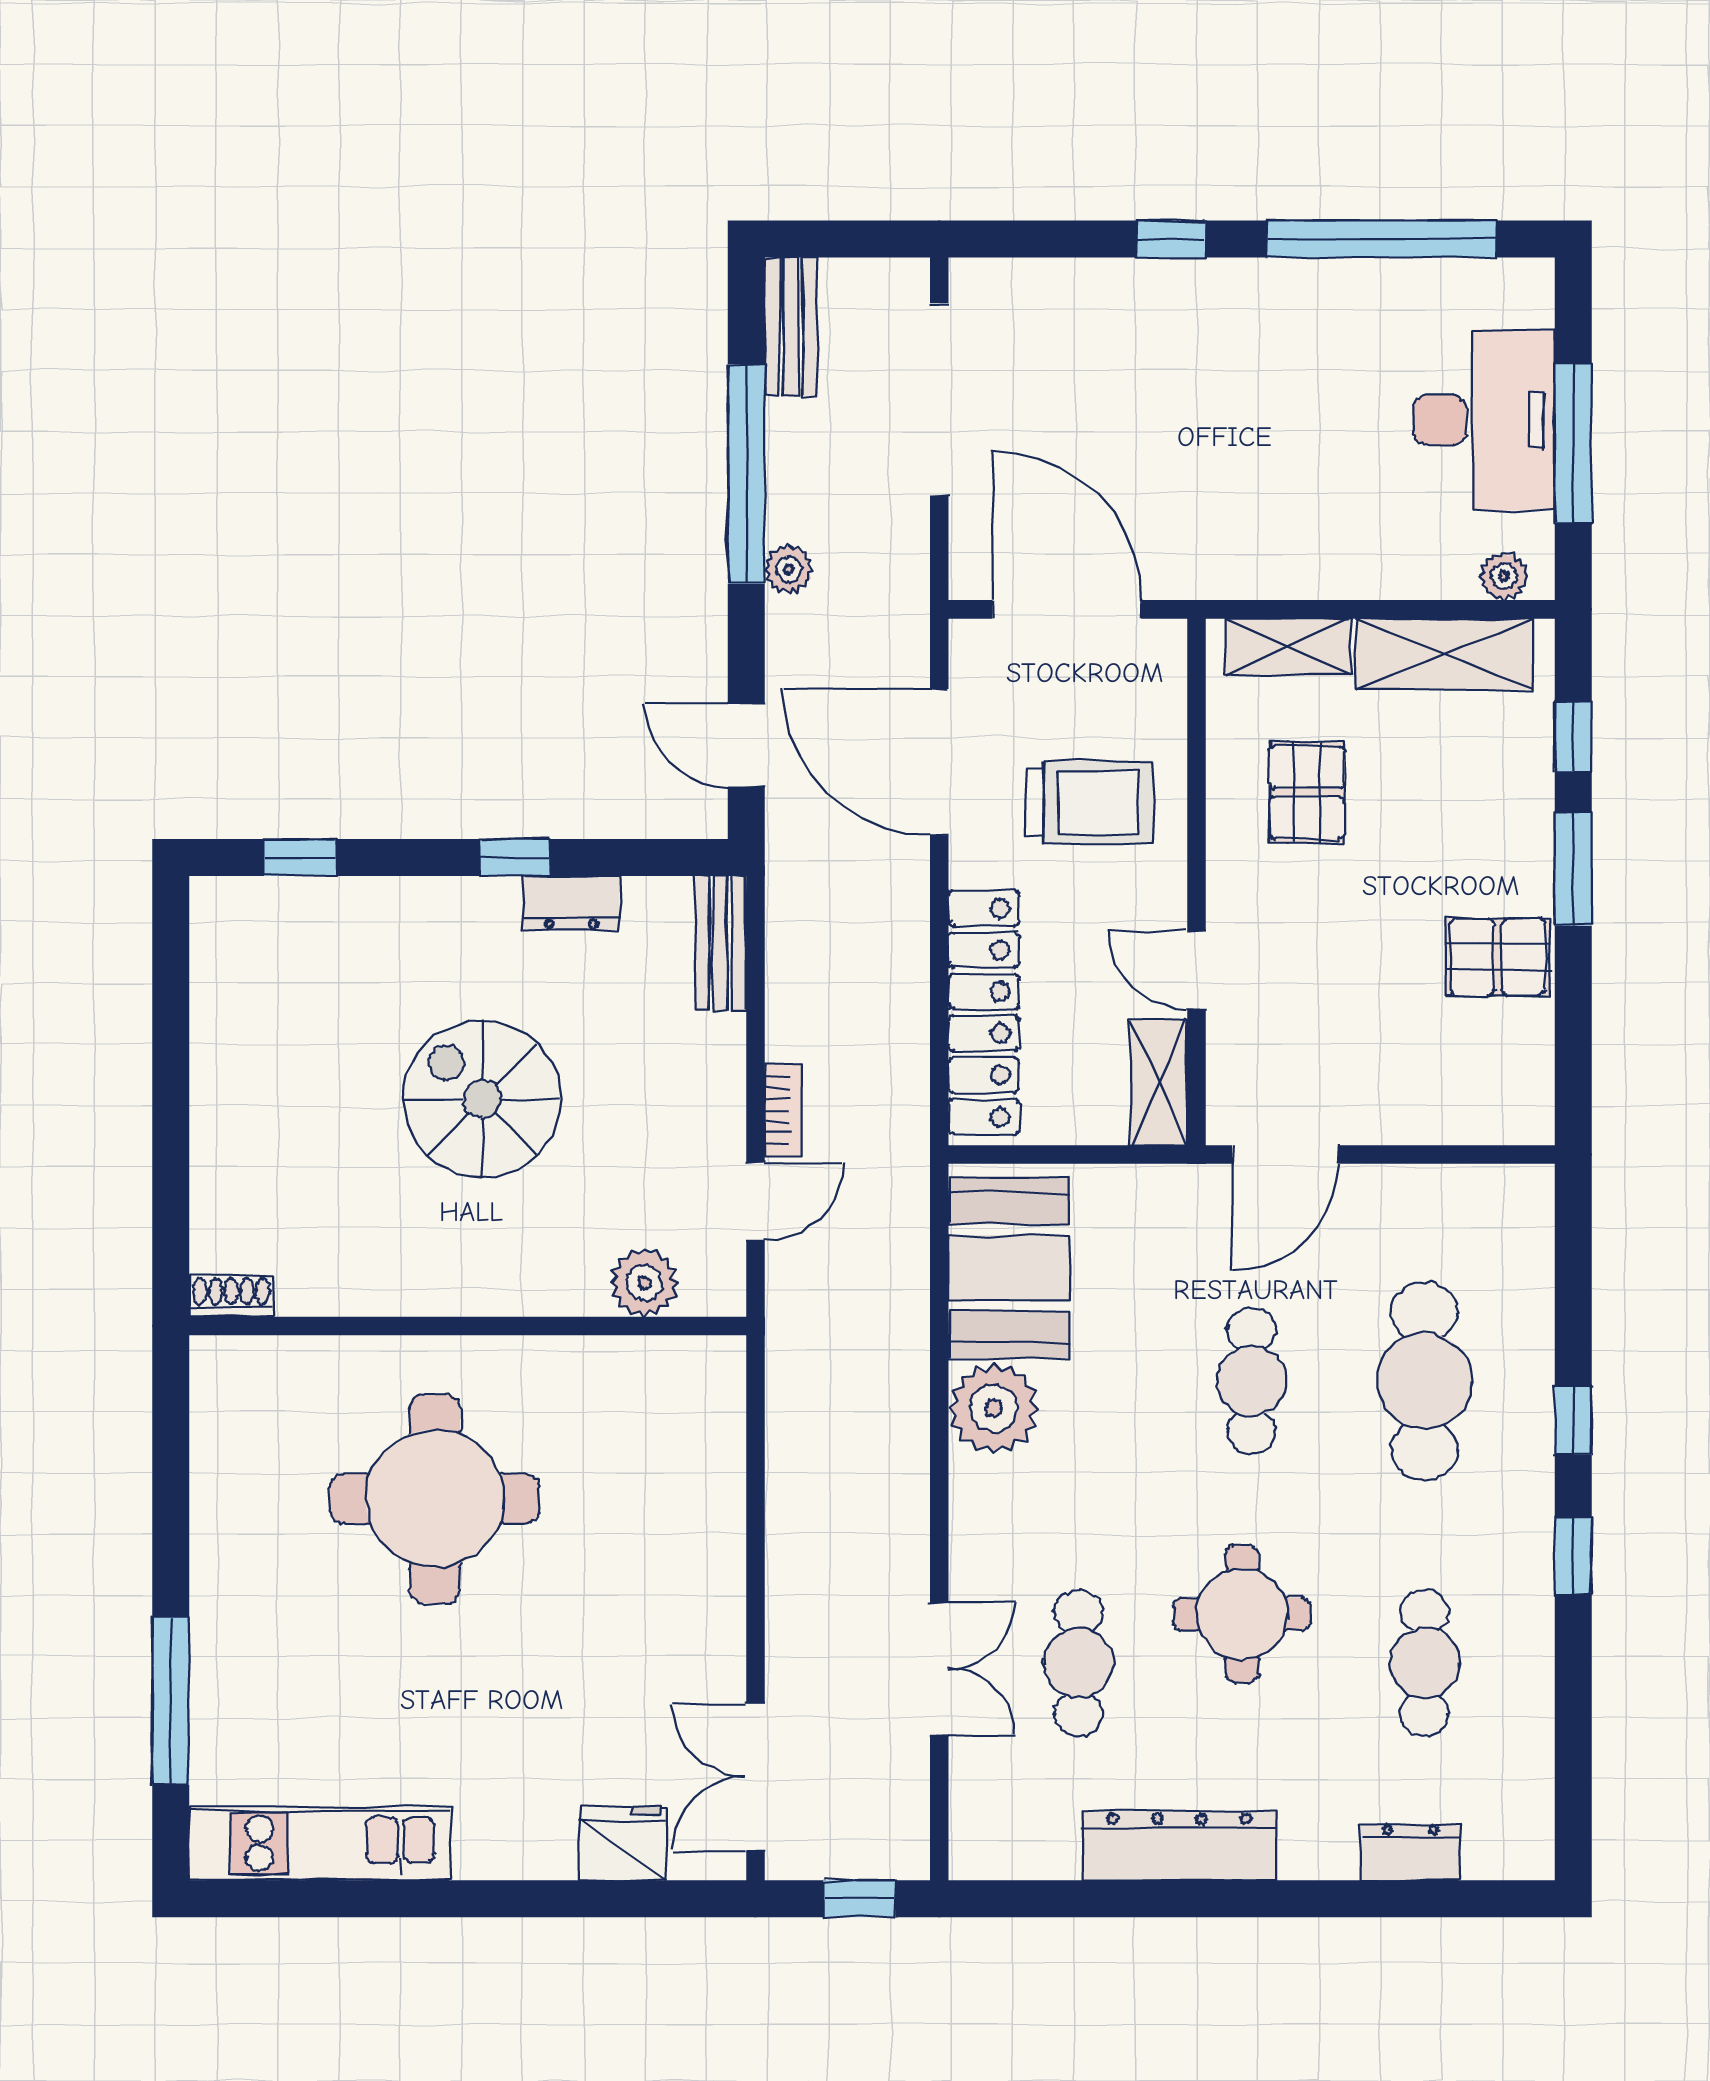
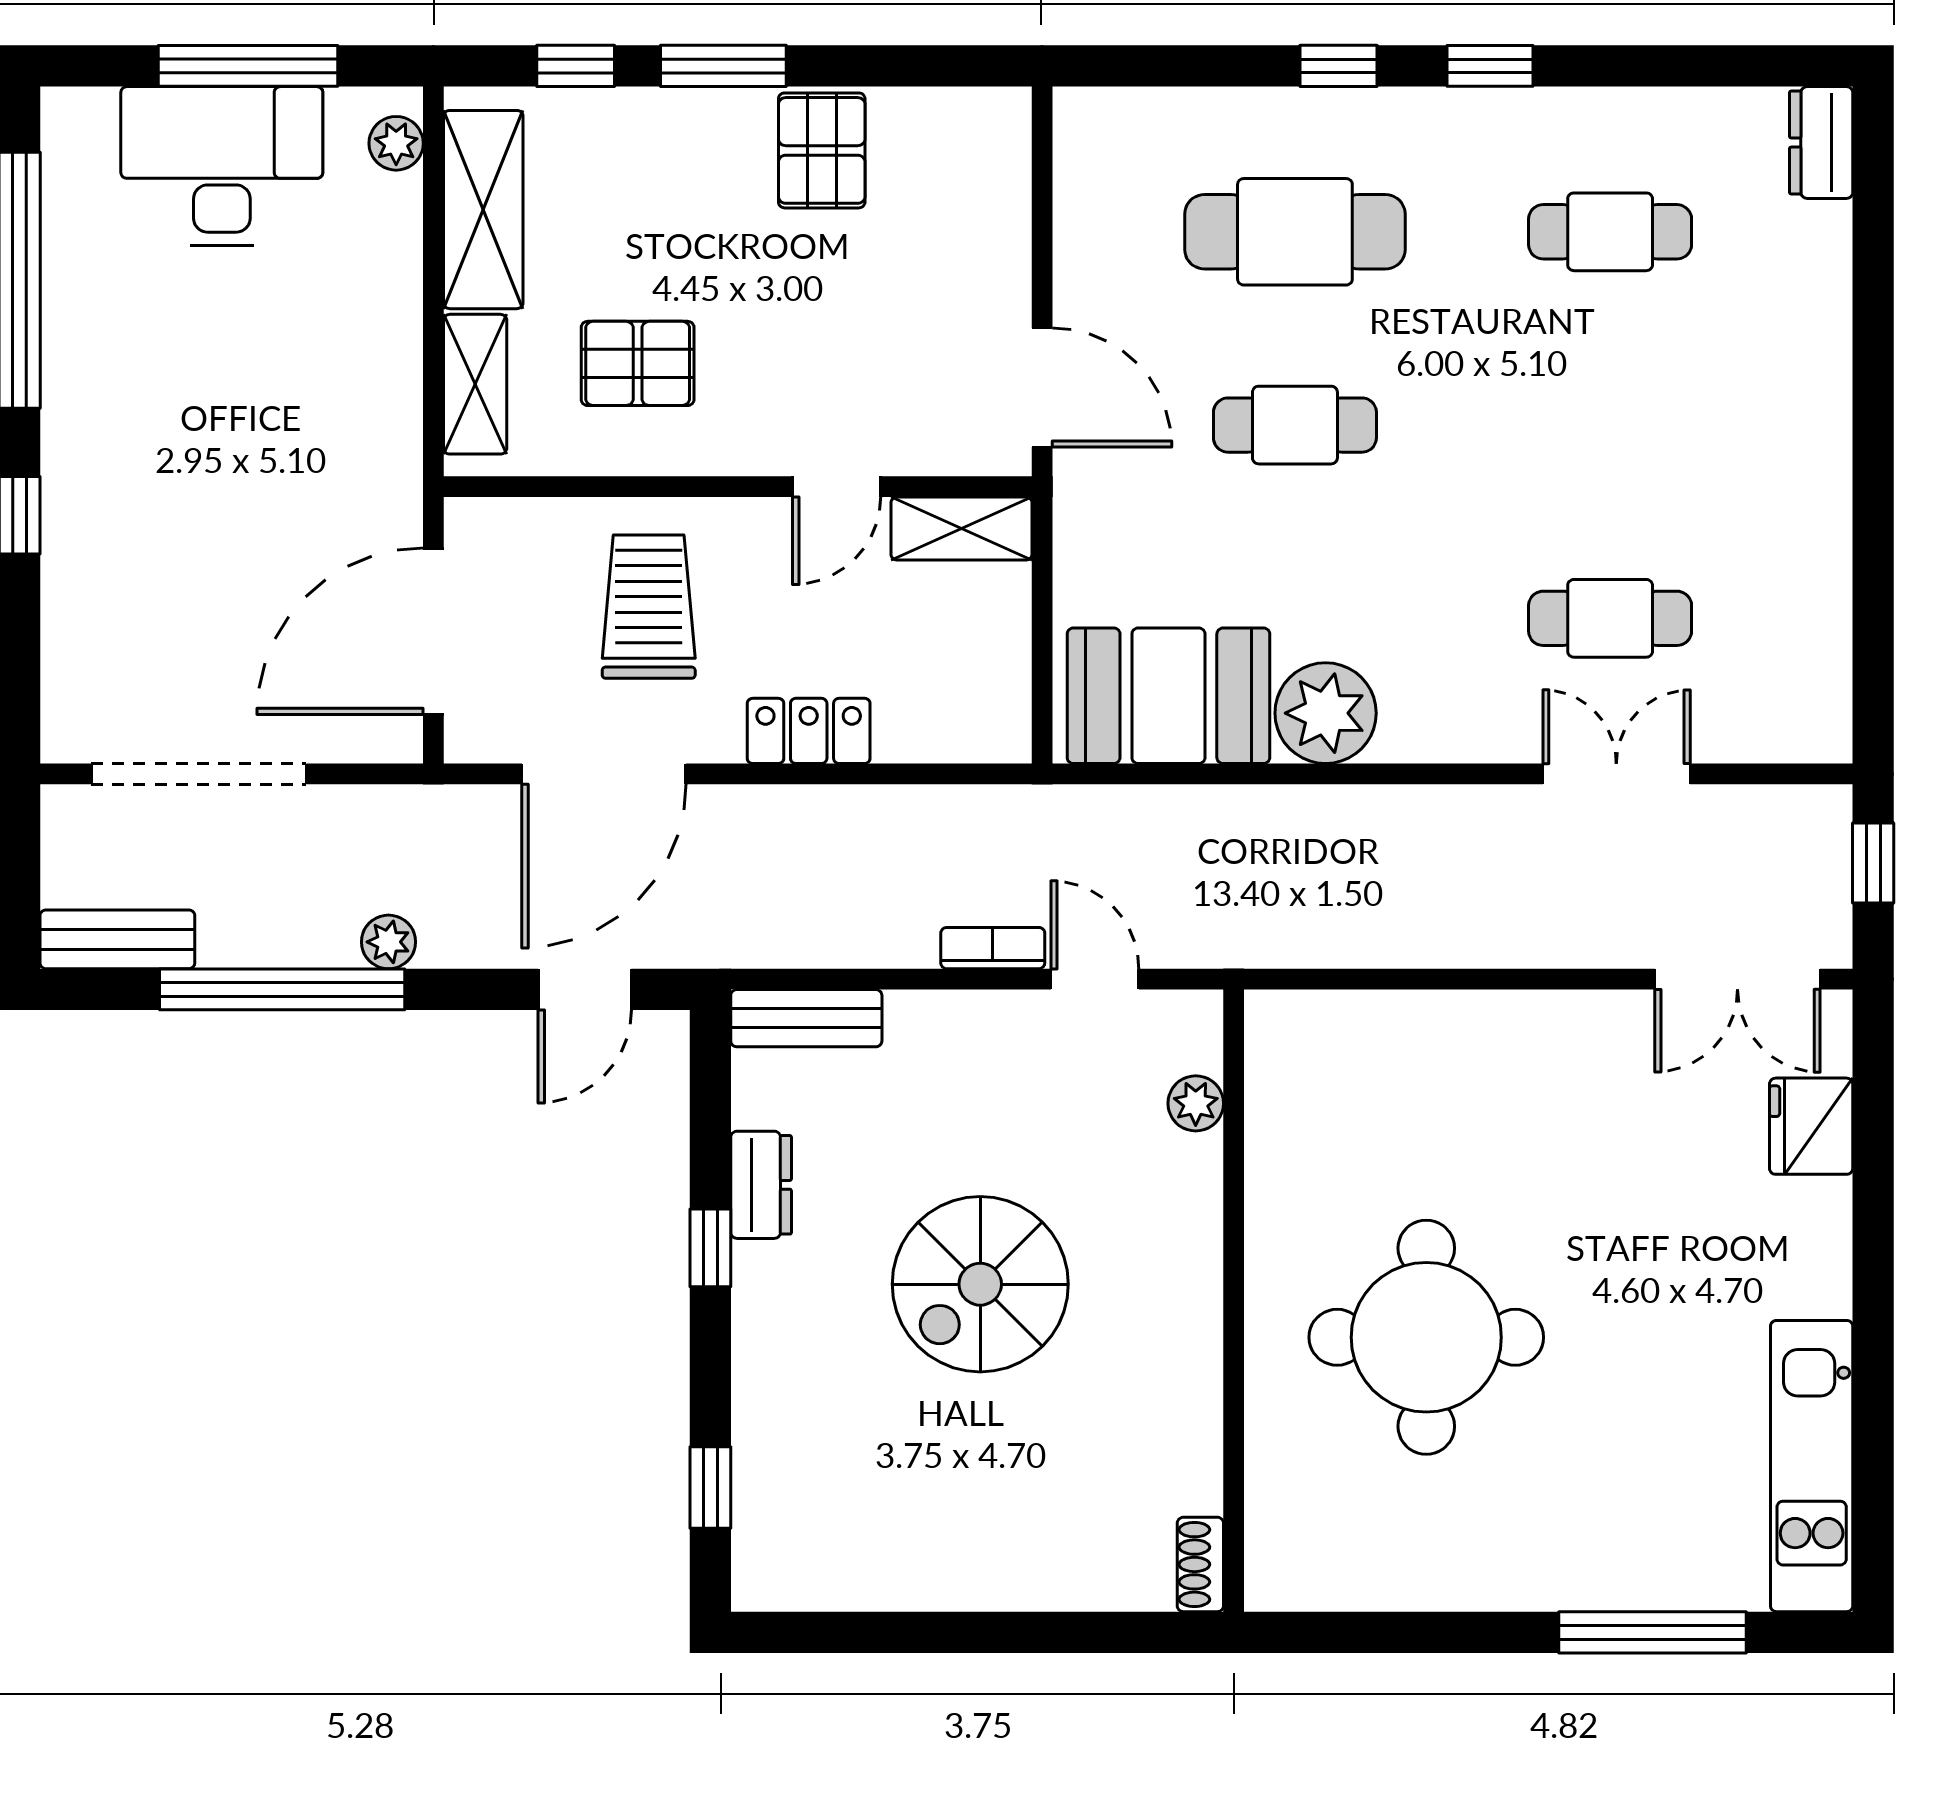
locker: (984, 1013) -> (809, 731), width x0.46, depth x0.83
plant: (644, 1283) -> (1196, 1103), width x0.73, depth x0.73
round table: (1242, 1614) -> (1555, 436), removed
dresser: (1179, 1846) -> (1814, 506), removed
dresser: (1410, 1852) -> (1821, 142), moved

